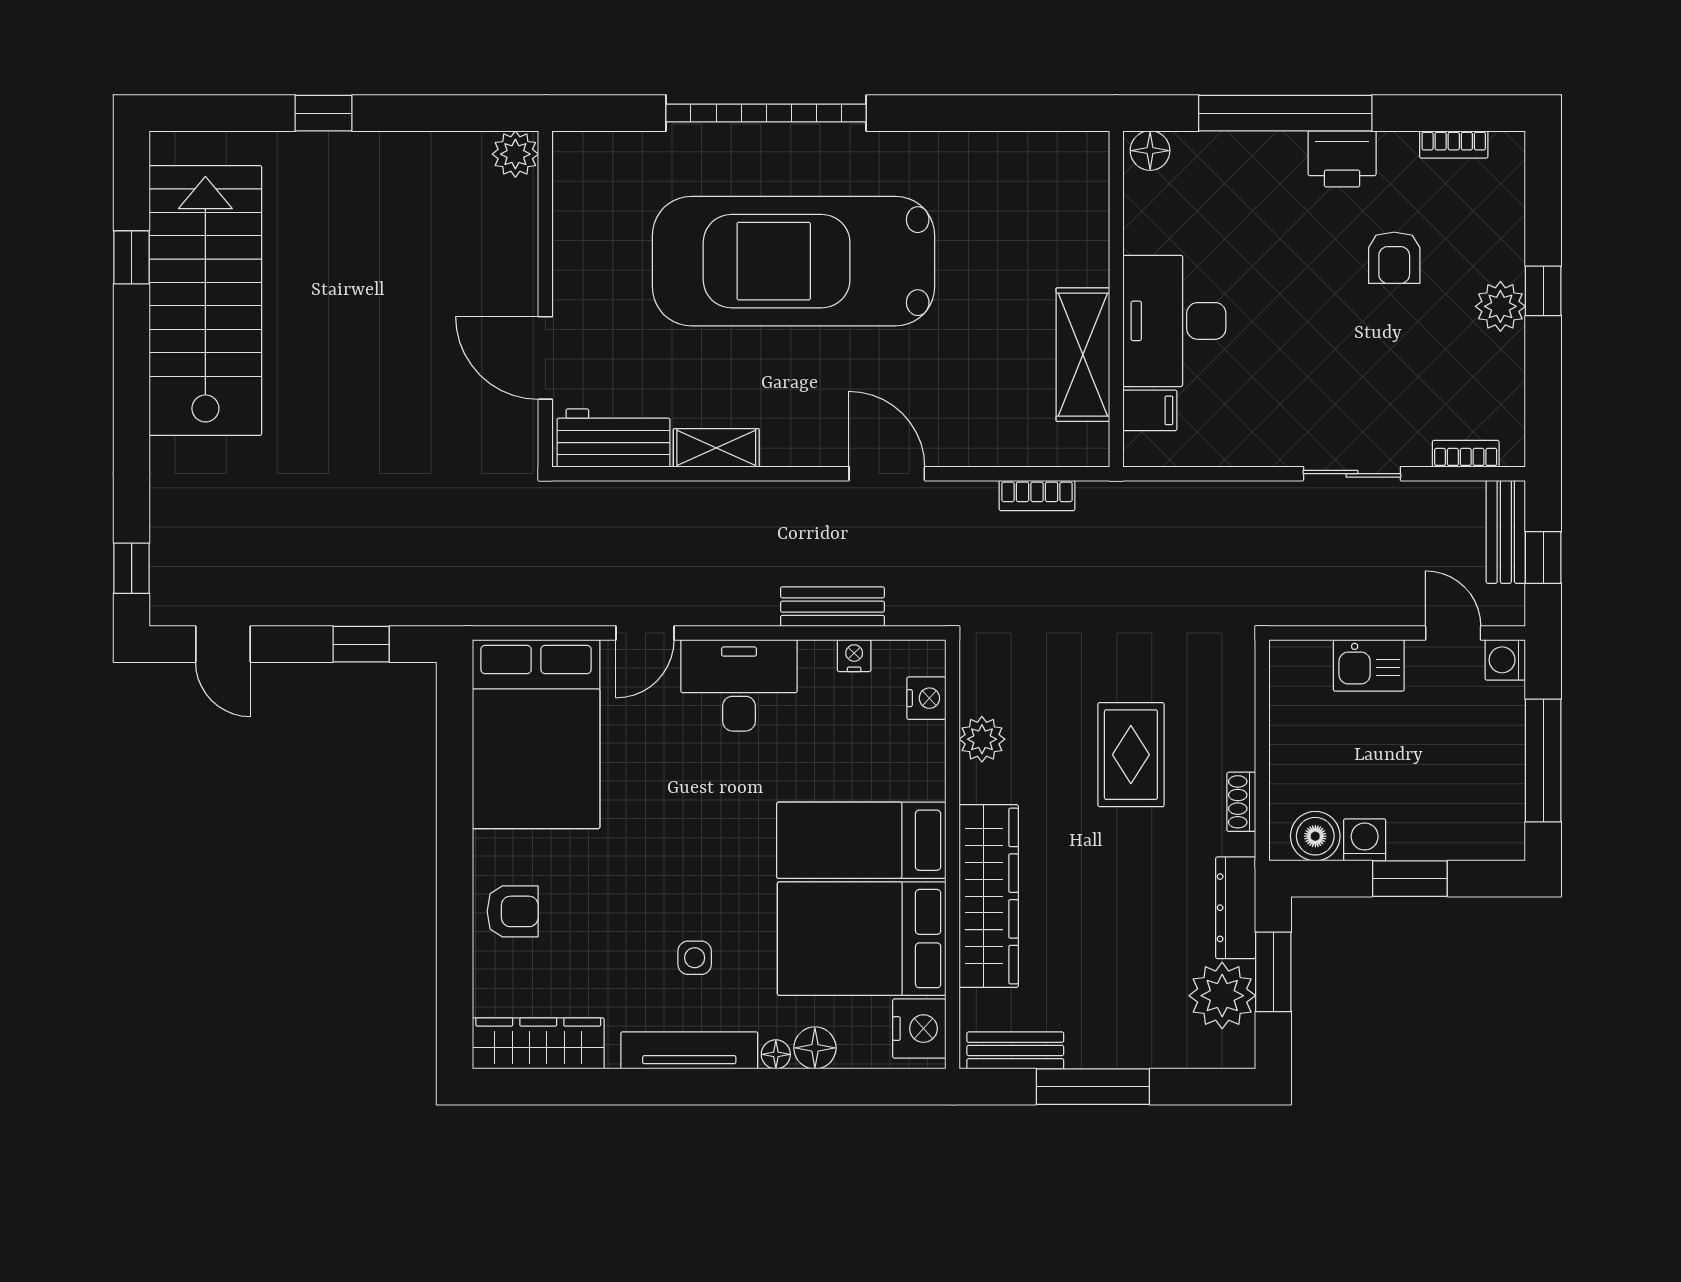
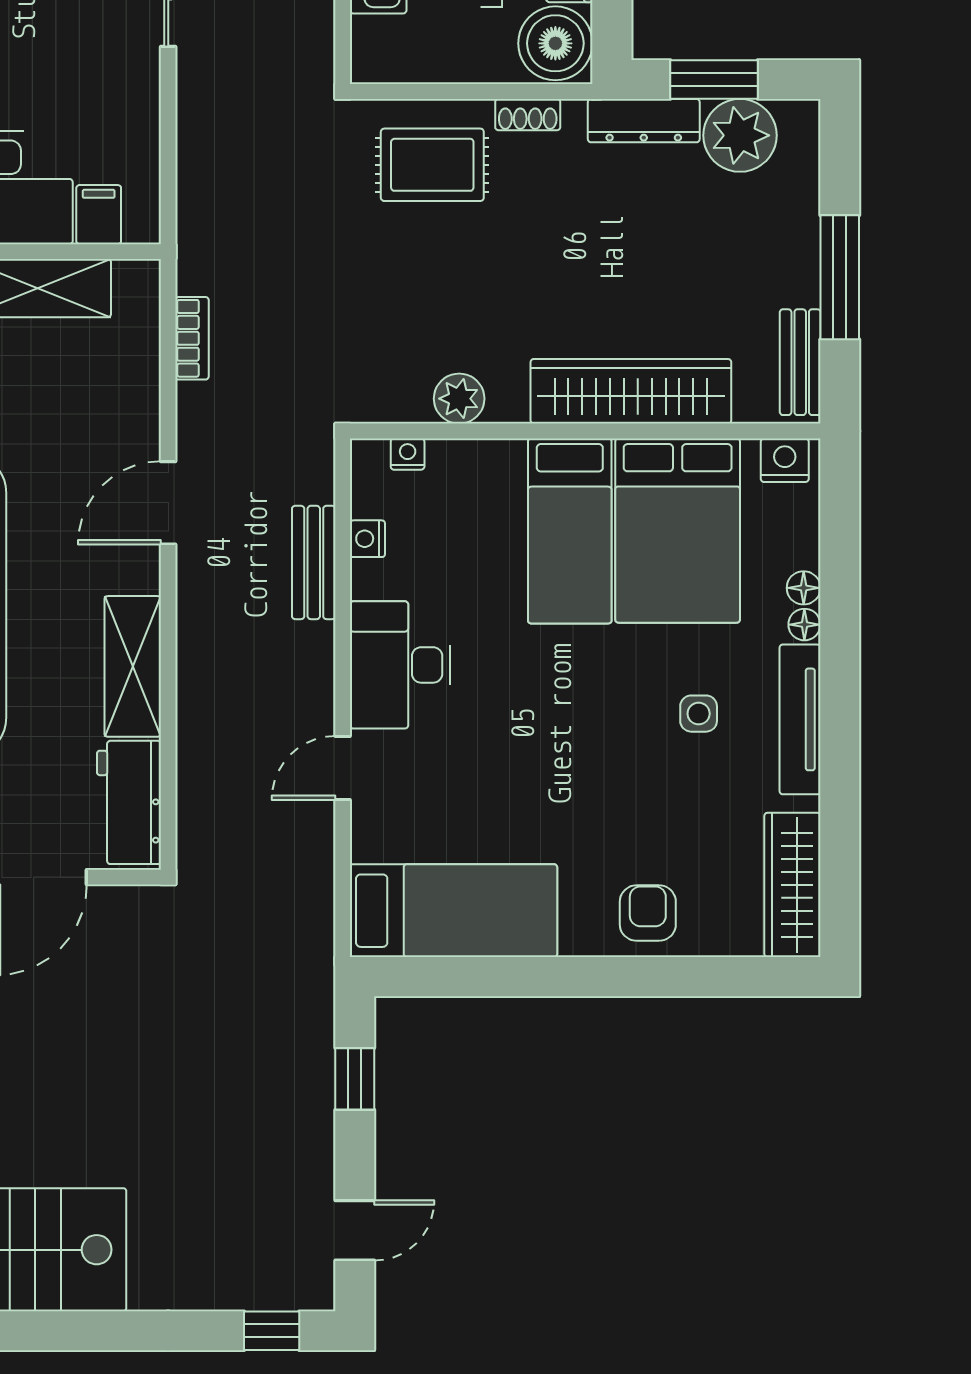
shelving: (716, 448) -> (133, 666), width x1.50, depth x1.33
door: (645, 633) -> (343, 768), swing flipped
nightstand: (926, 698) -> (408, 454), width x0.72, depth x0.74
bed: (536, 734) -> (454, 911), width x0.67
rug: (1131, 755) -> (432, 165), moved
boiler: (1315, 836) -> (555, 43), width x1.37, depth x1.37
nightstand: (919, 1029) -> (785, 460), width x0.74, depth x0.75
floor lamp: (815, 1048) -> (804, 588), width x0.73, depth x0.73

